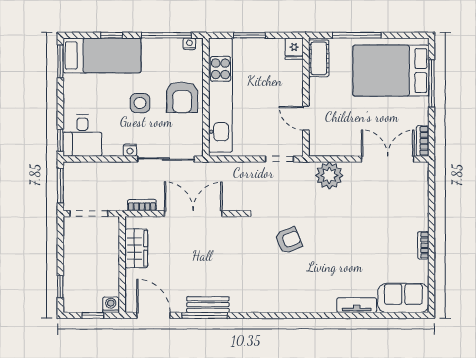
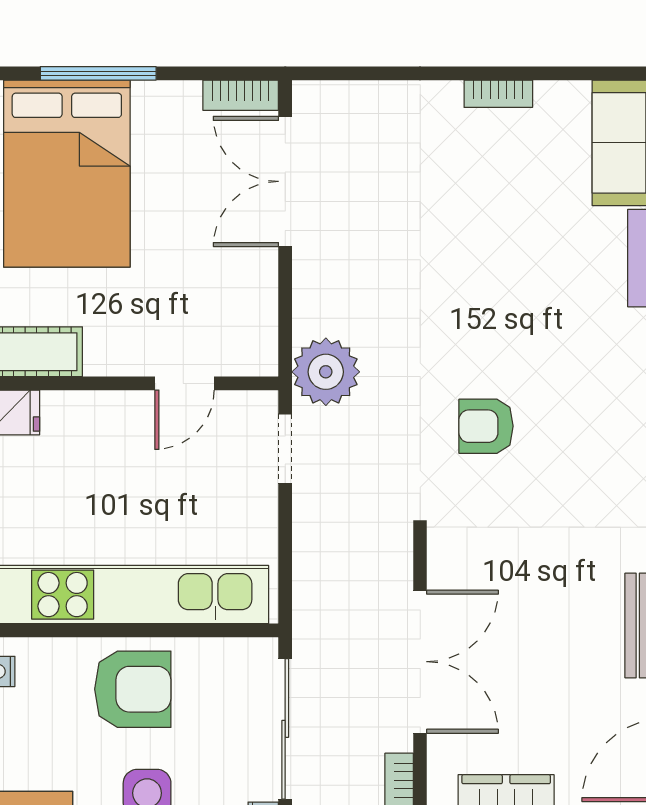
plant: (329, 175) -> (326, 372), moved
double door: (193, 214) -> (420, 662), swing flipped
armchair: (289, 240) -> (486, 426), turned -67

